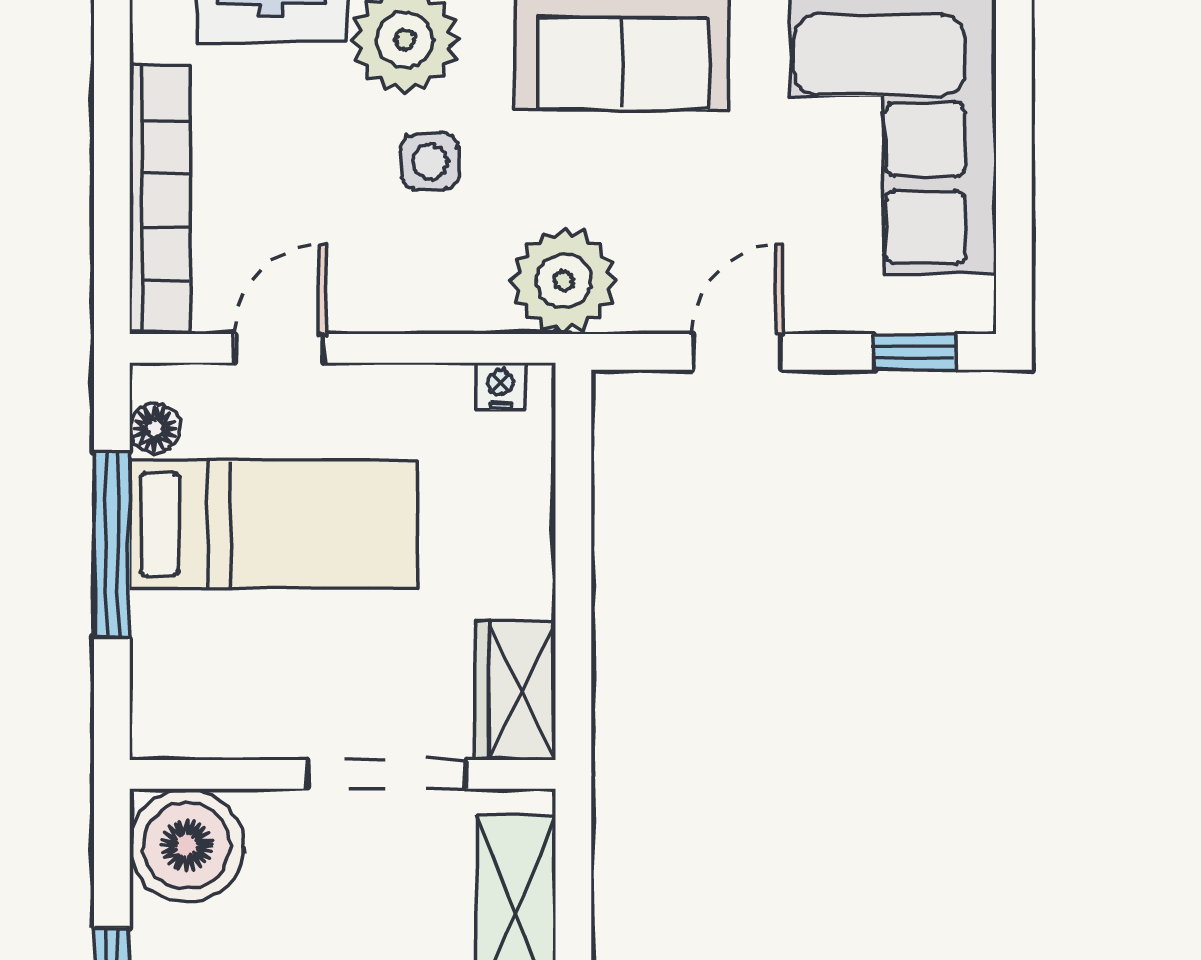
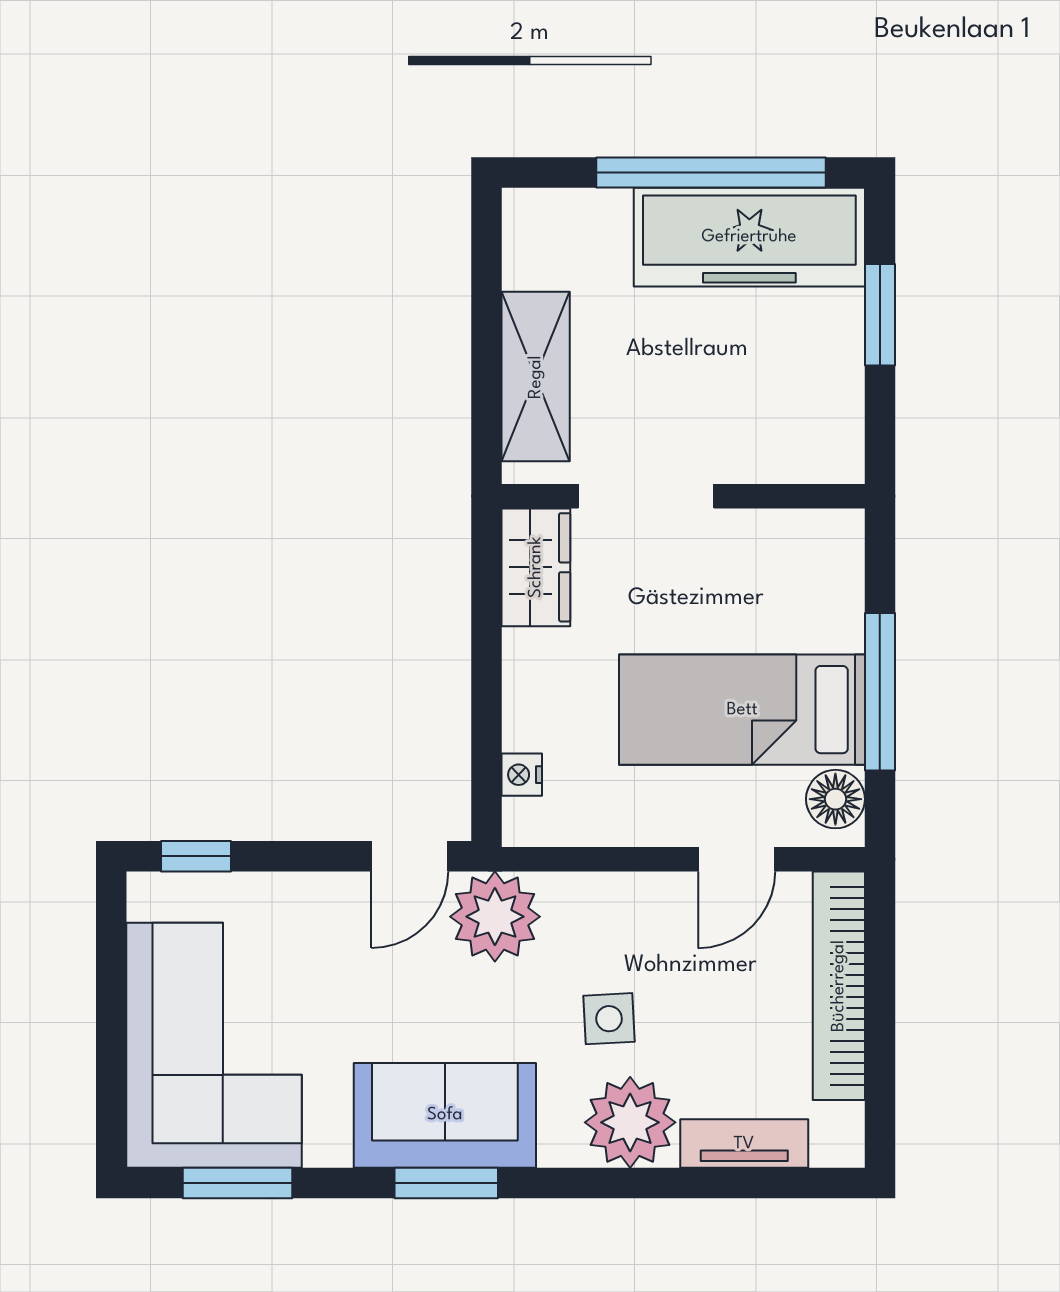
door: (737, 352) -> (410, 856), moved
nightstand: (500, 386) -> (522, 775), moved, turned 90
floor lamp: (155, 428) -> (835, 799), width x1.37, depth x1.37
boiler: (187, 846) -> (816, 435), removed

